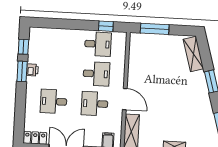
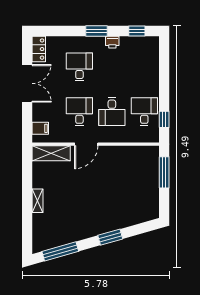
desk: (98, 44) -> (144, 112), turned 180
shelving: (193, 54) -> (139, 216), removed
window: (22, 71) -> (97, 31), moved

